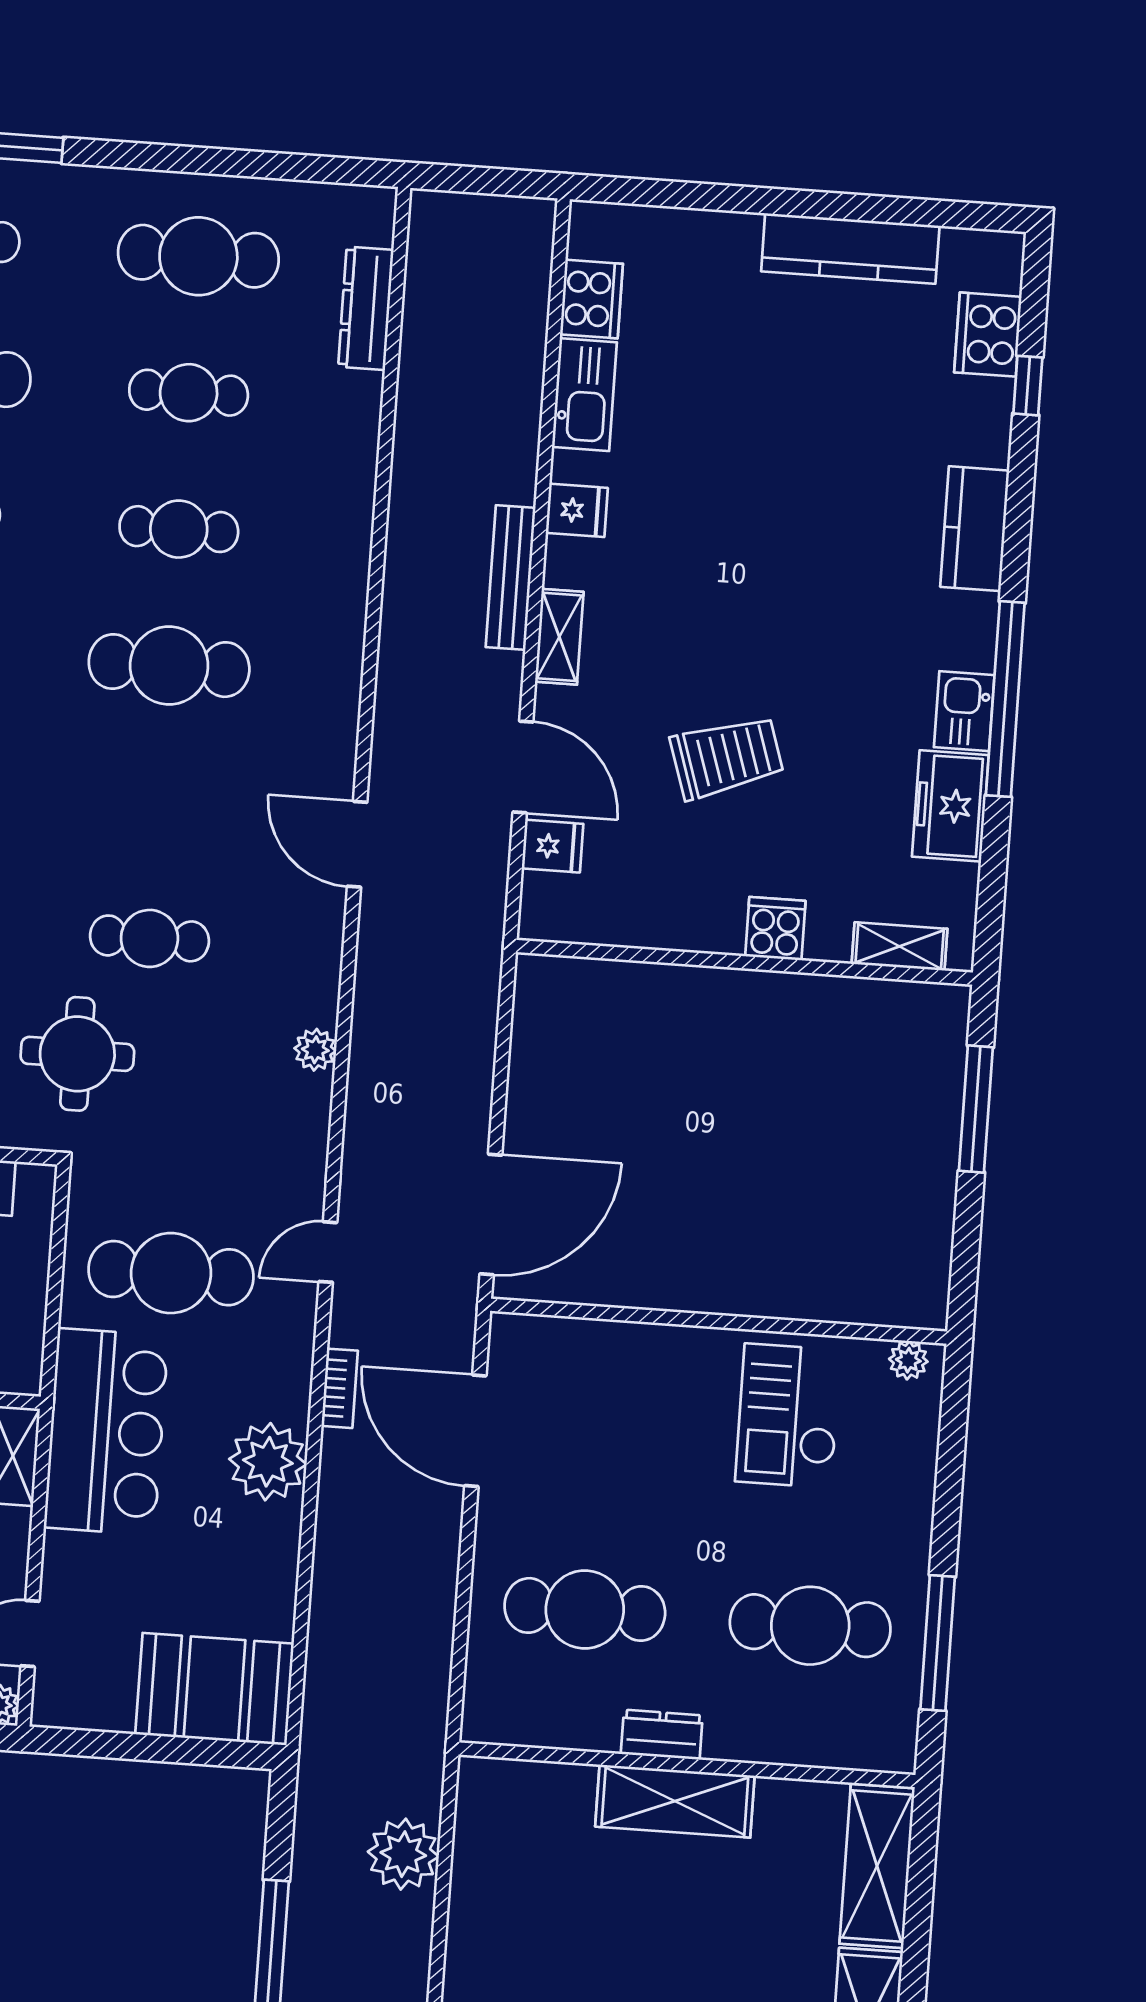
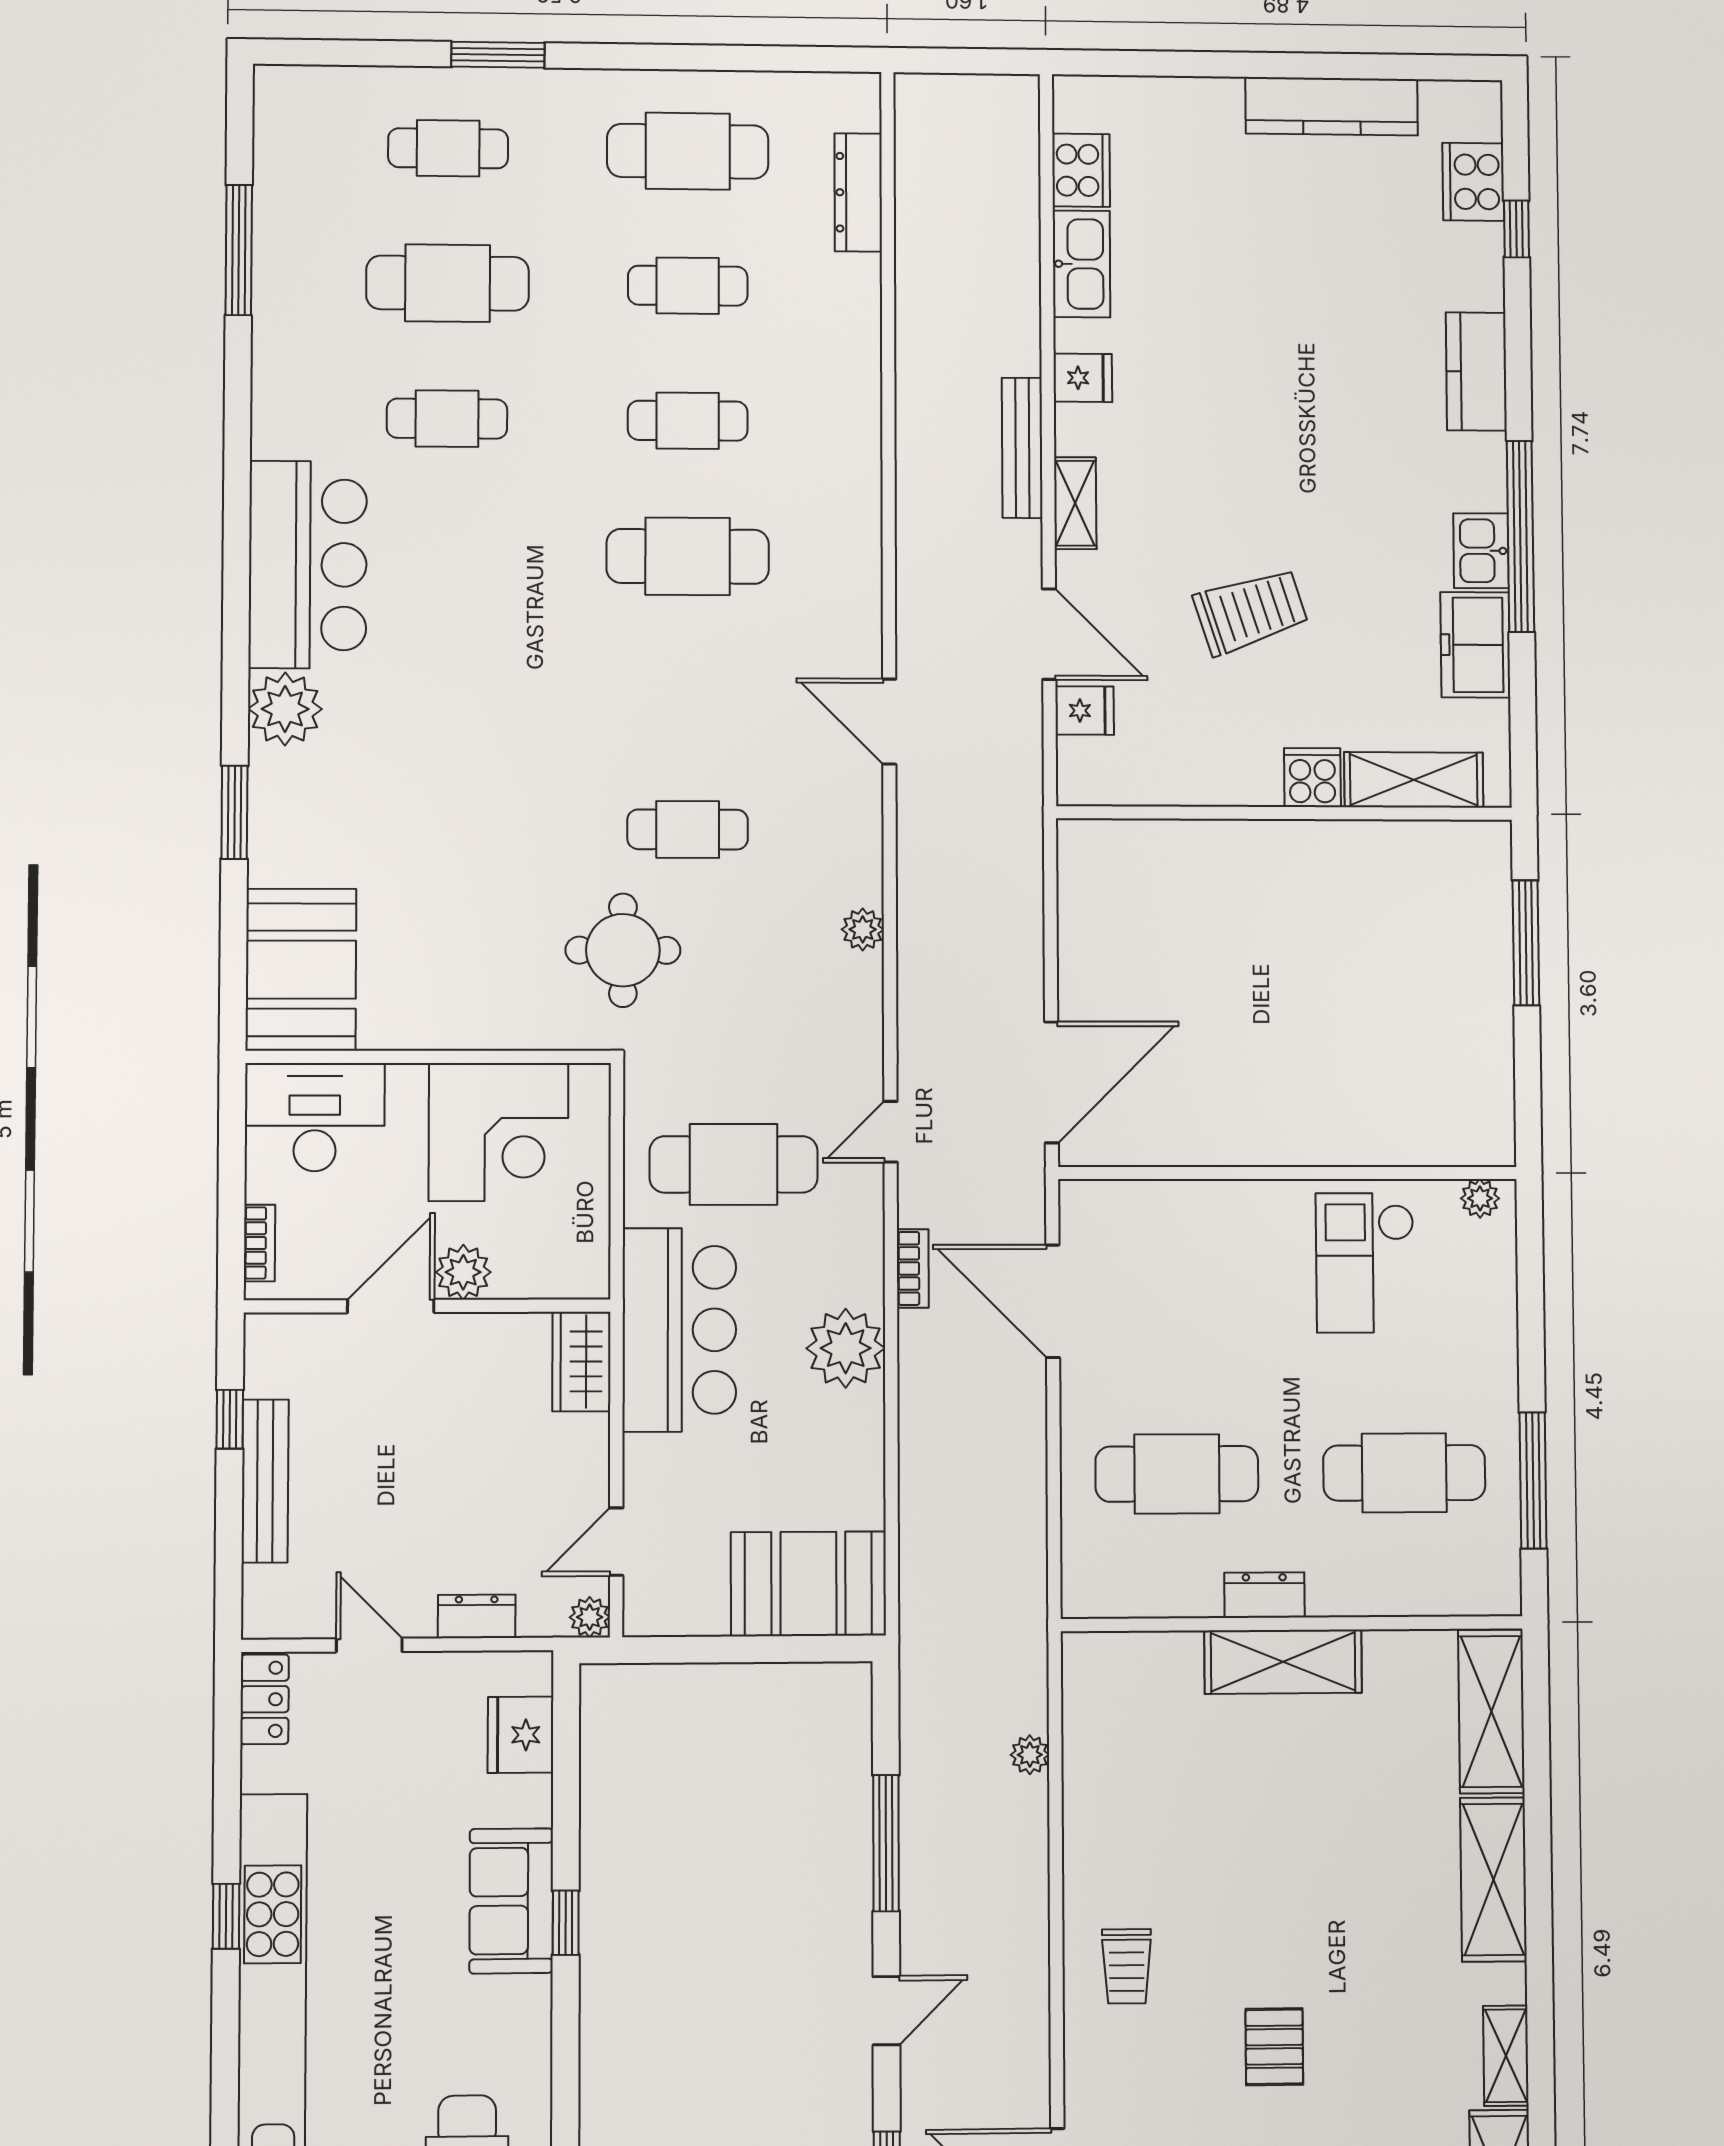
shelving: (900, 946) -> (1414, 780), width x1.50, depth x1.33
plant: (403, 1854) -> (1030, 1755), width x0.53, depth x0.53

